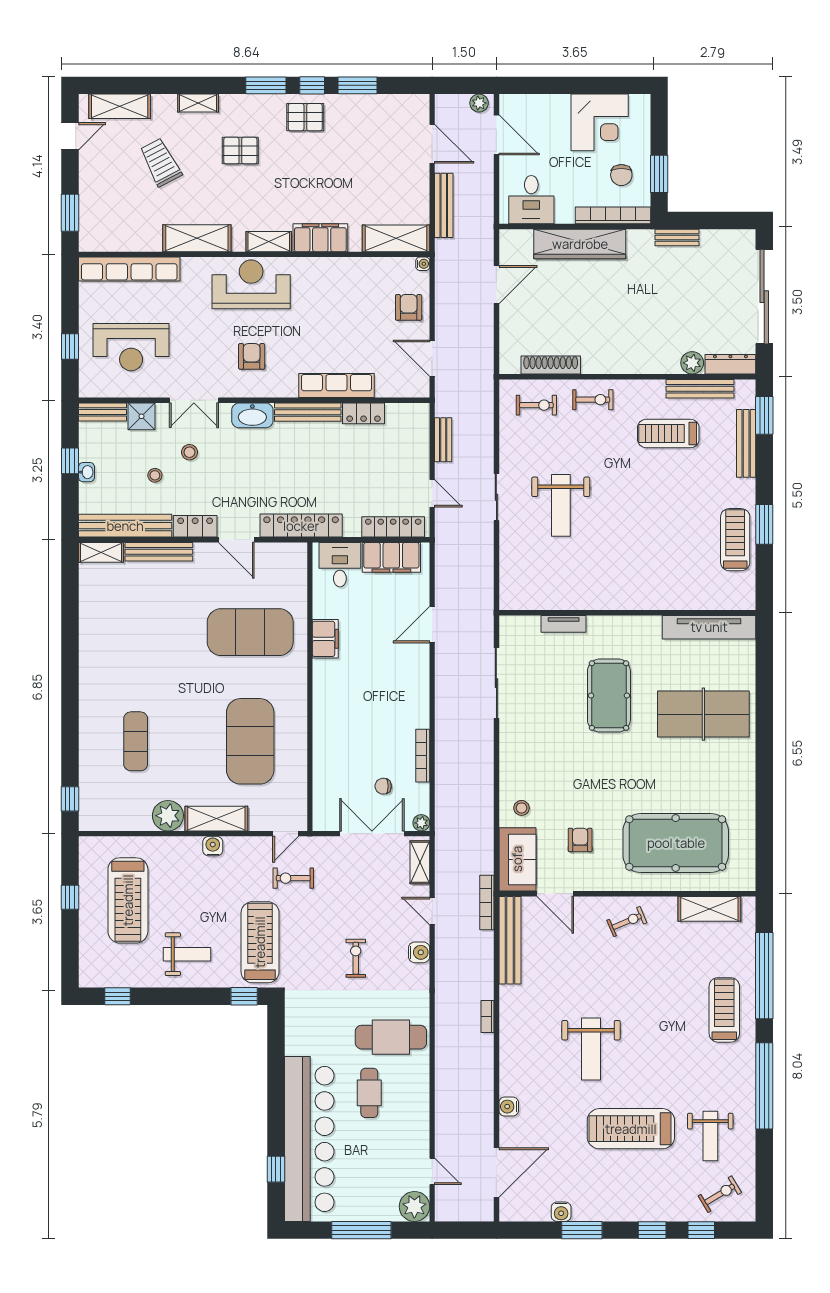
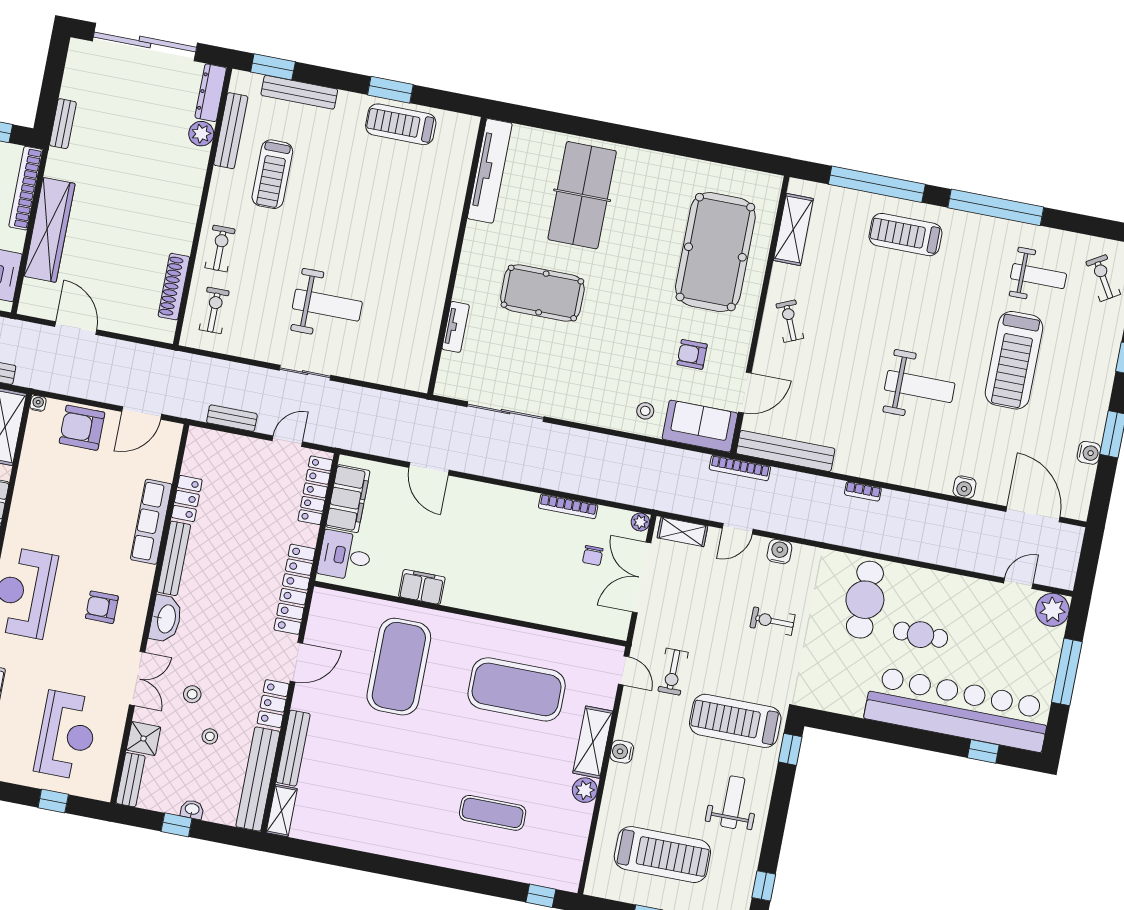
armchair: (409, 307) -> (82, 428), width x1.38, depth x1.38
plant: (168, 816) -> (585, 790), width x0.73, depth x0.73

